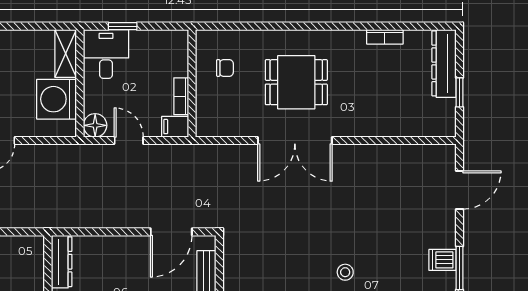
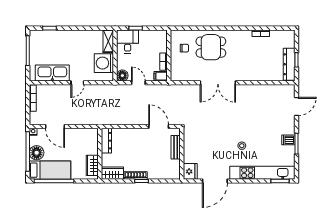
dresser: (444, 63) -> (289, 64), moved
dining table: (296, 82) -> (211, 47), moved
door: (171, 232) -> (159, 126), swing flipped

